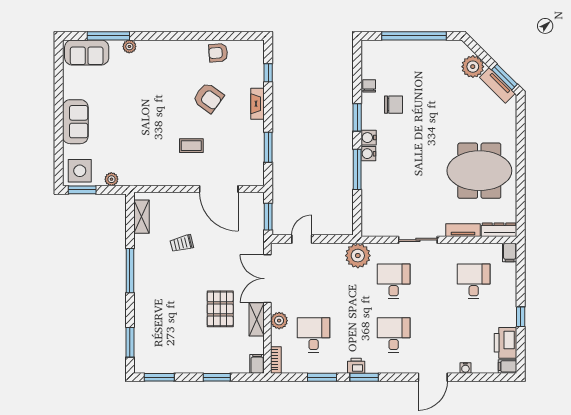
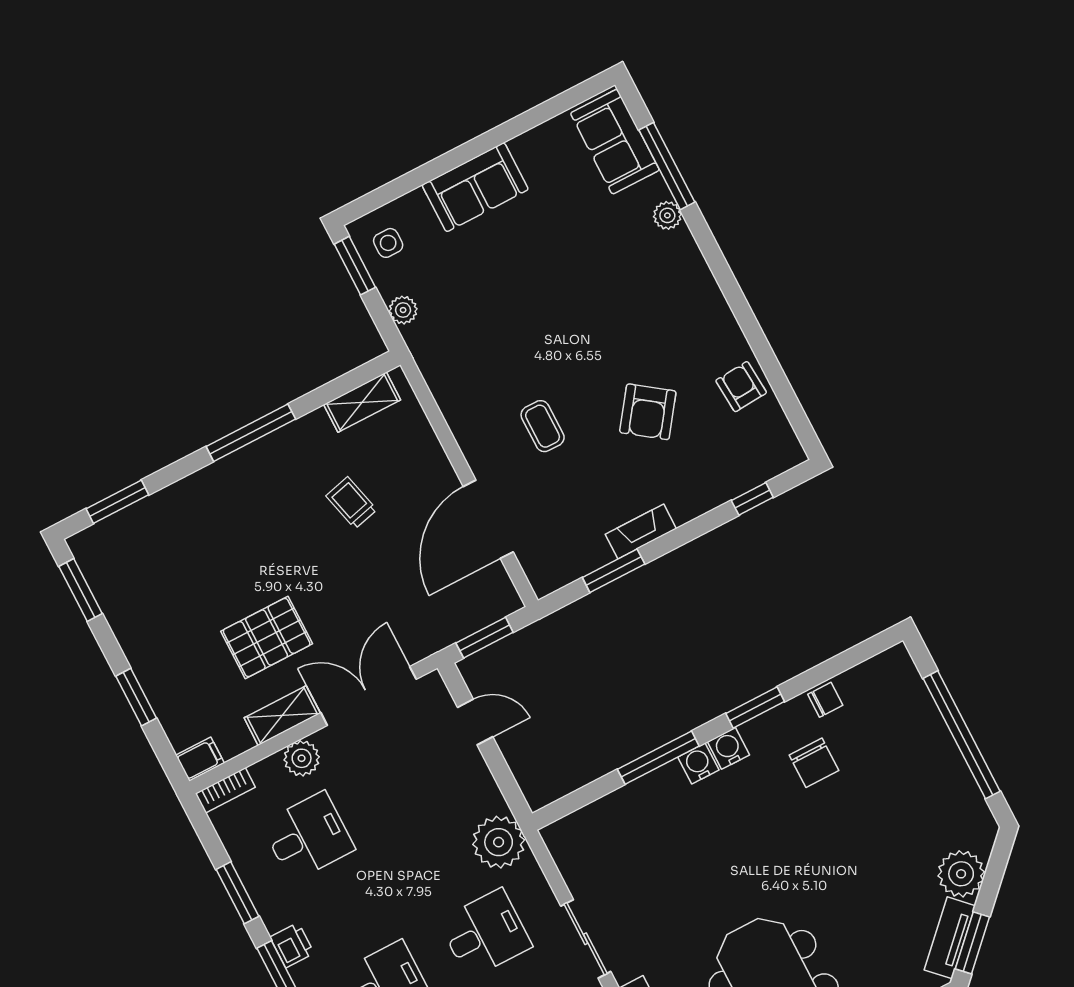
fireplace: (257, 104) -> (641, 532), moved
side table: (80, 171) -> (388, 243), width x0.54, depth x0.54

